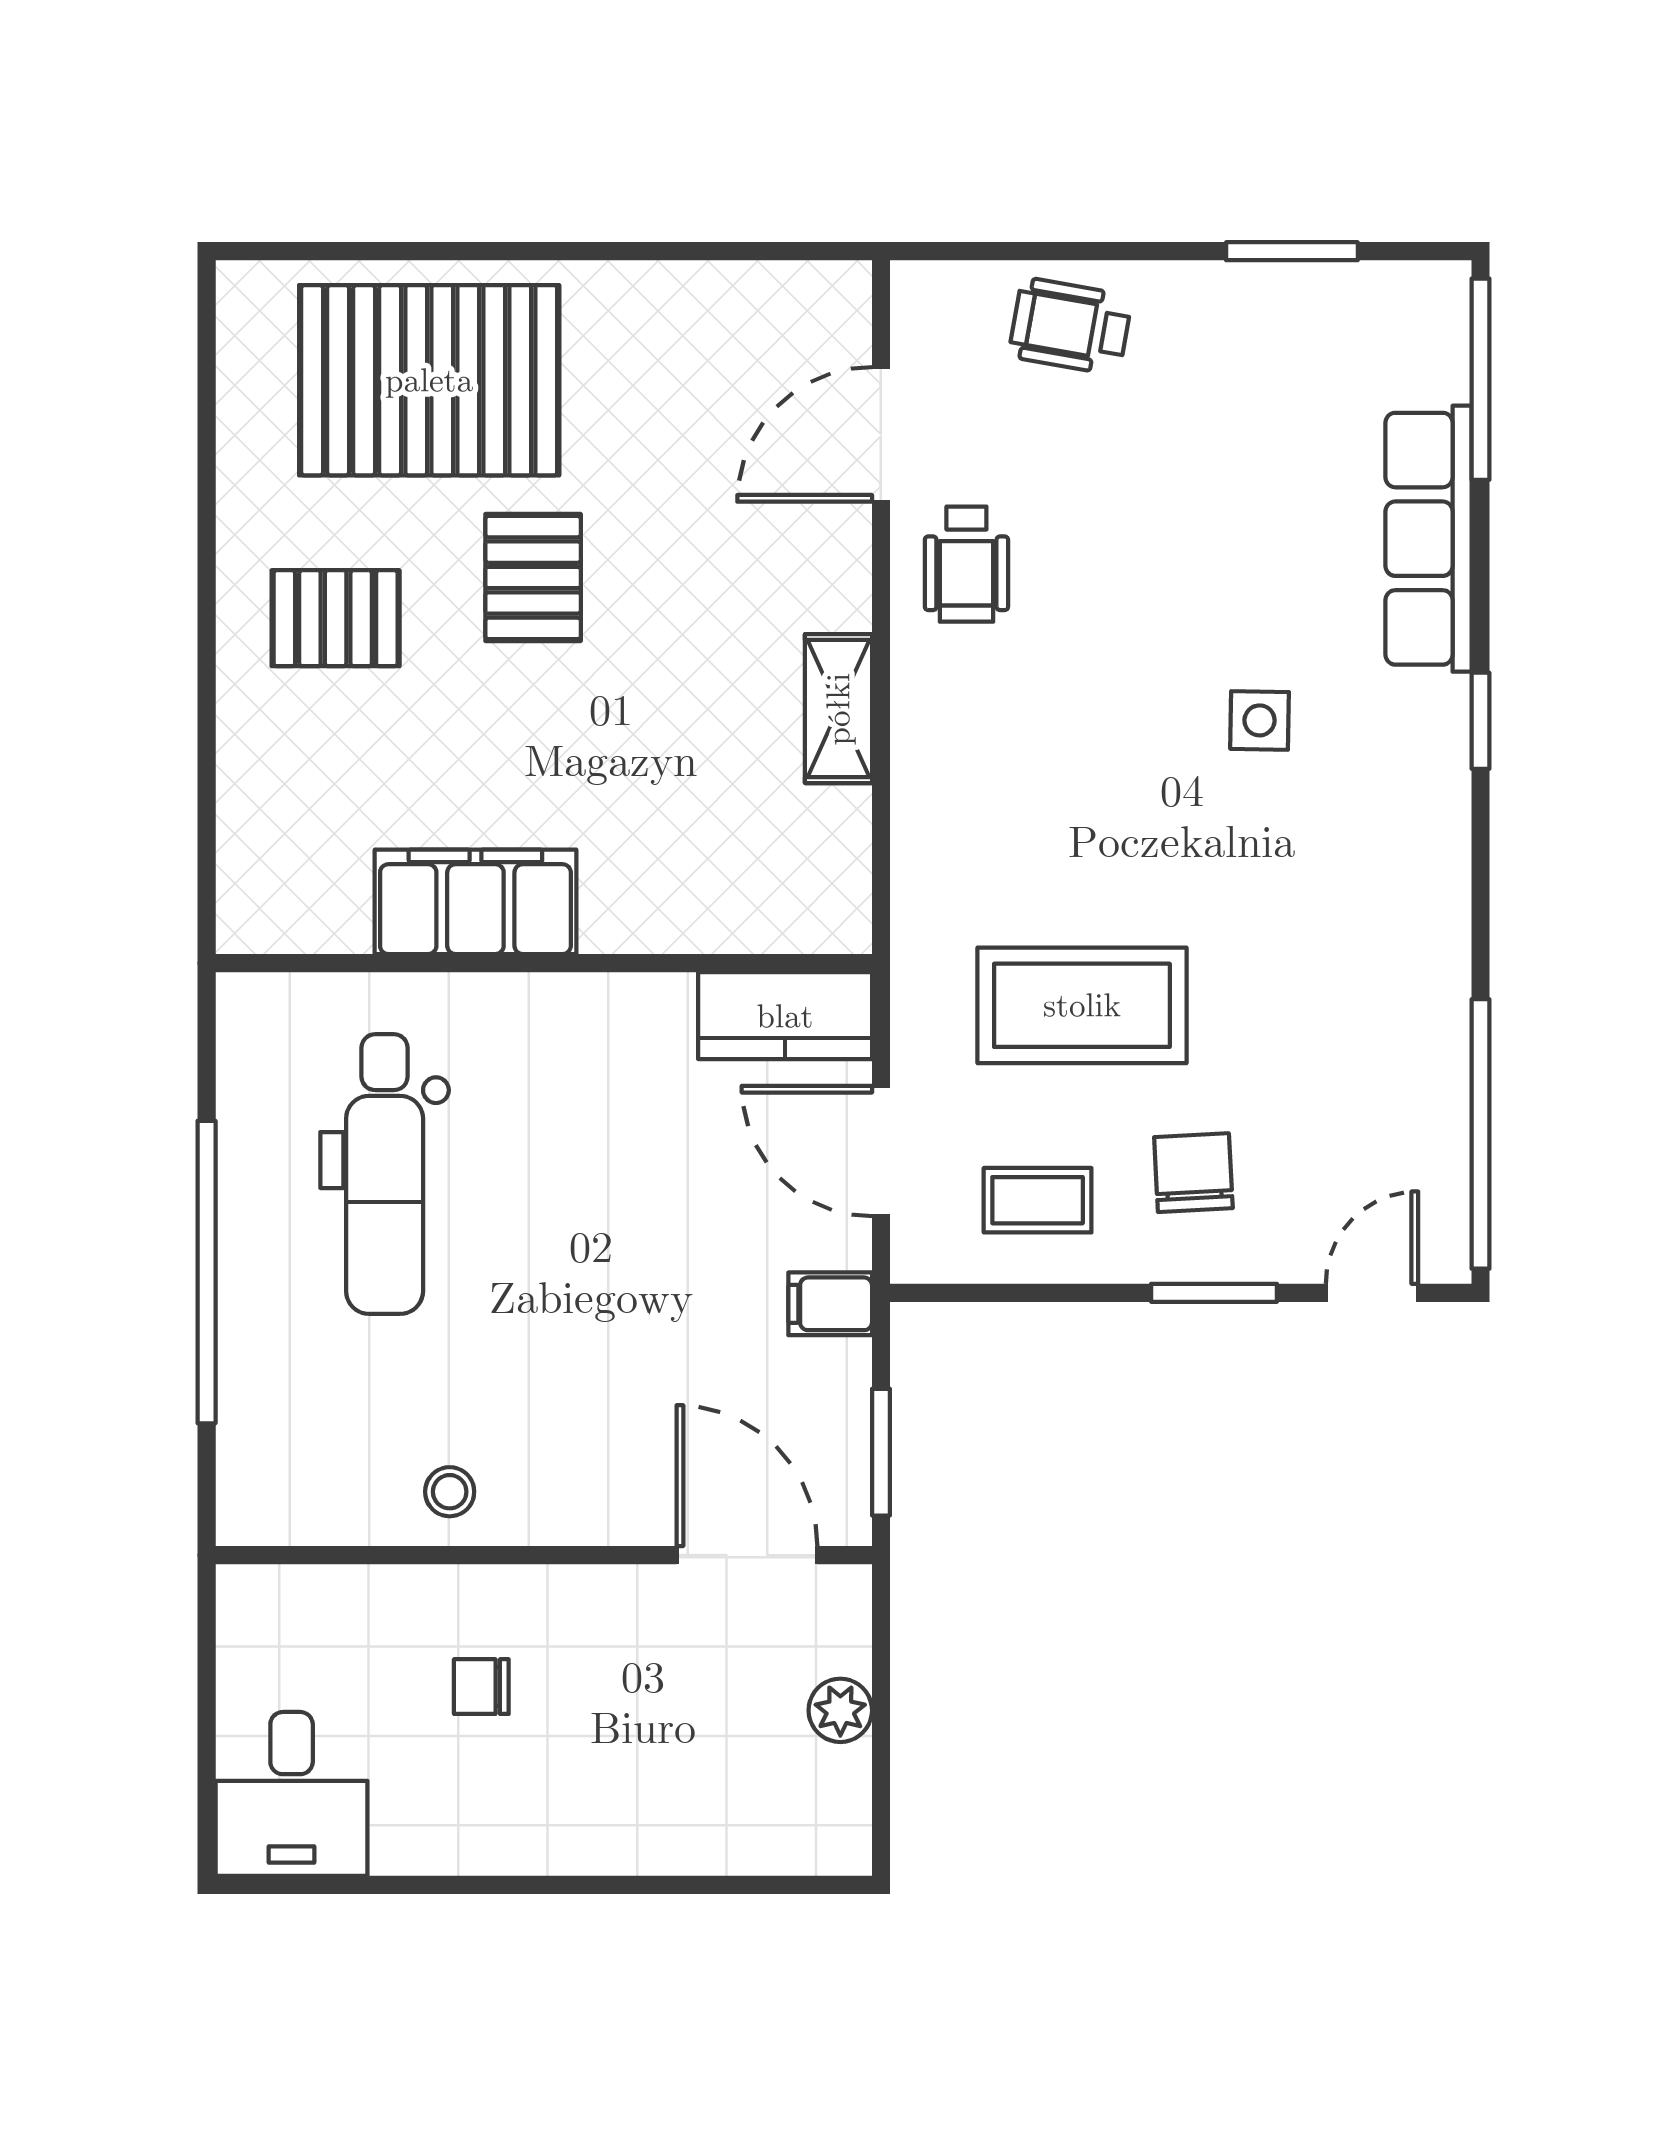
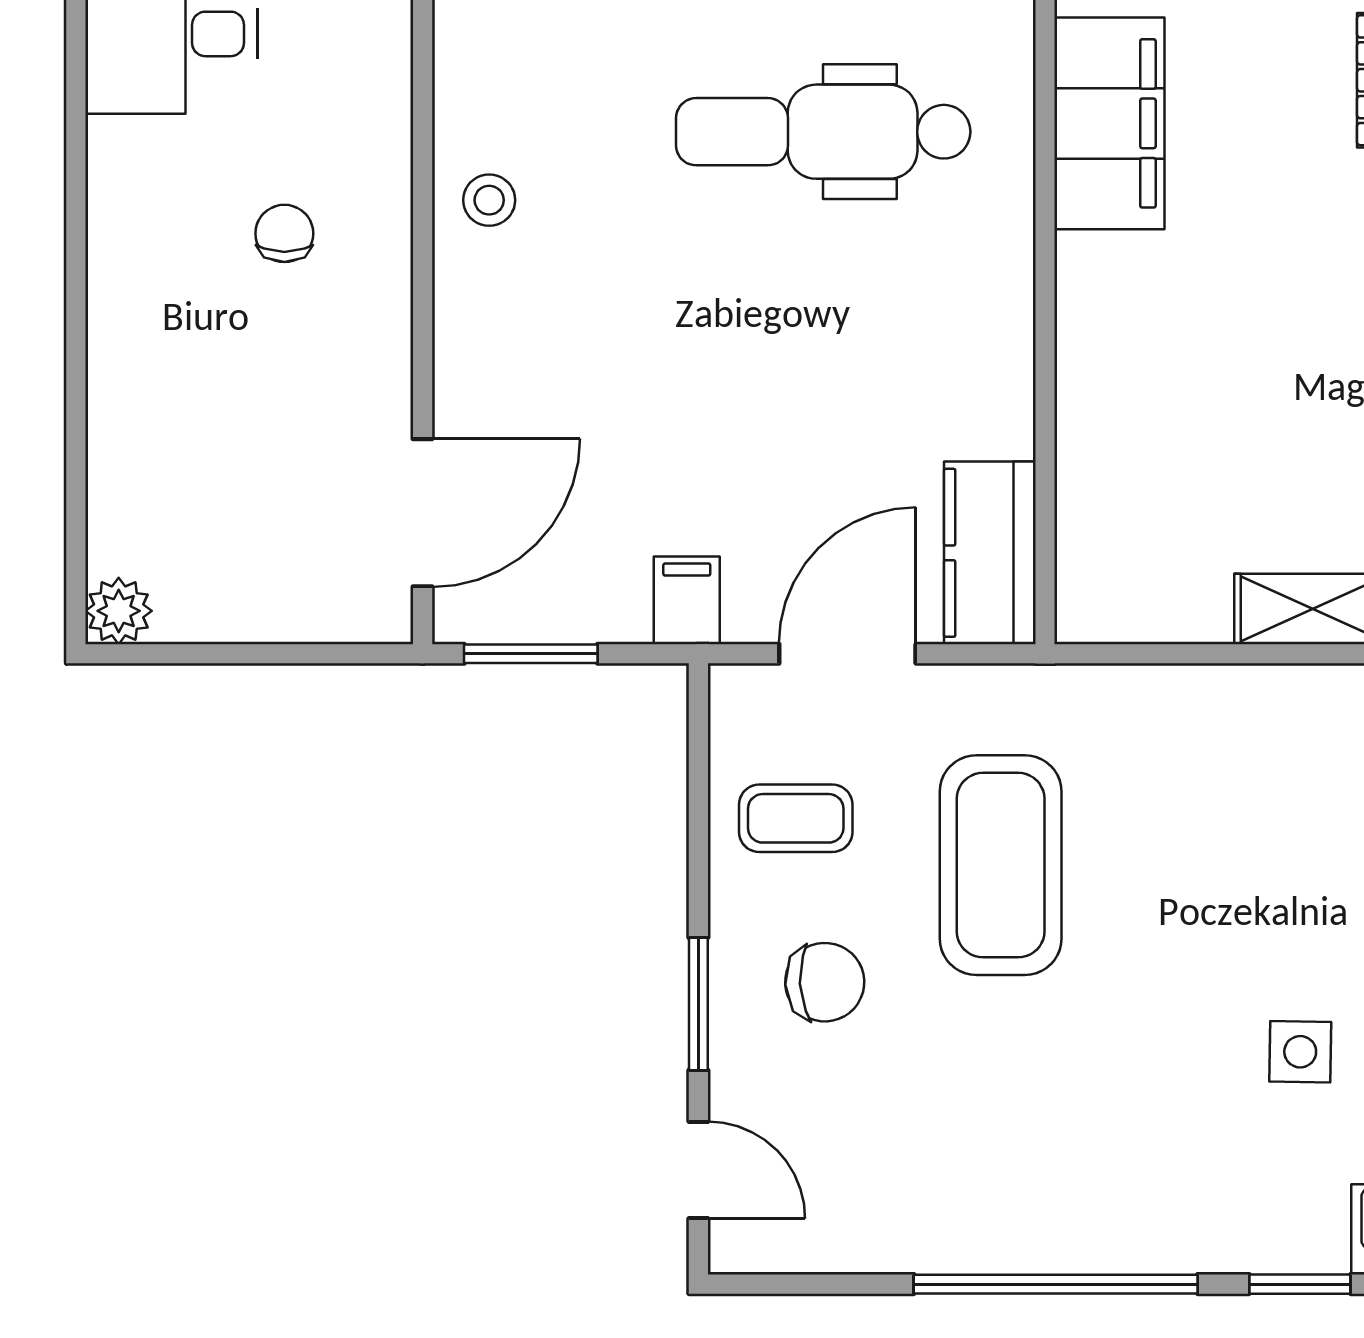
filing cabinet: (475, 902) -> (1109, 123), moved
window: (1480, 1134) -> (1056, 1284), moved
coffee table: (1038, 1200) -> (796, 818), turned 90
plant: (840, 1710) -> (119, 611), moved

